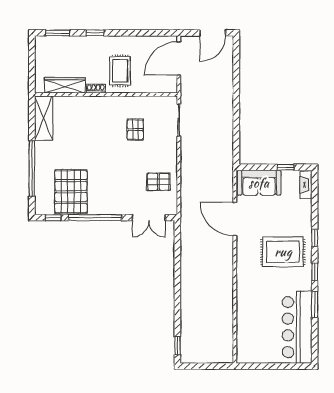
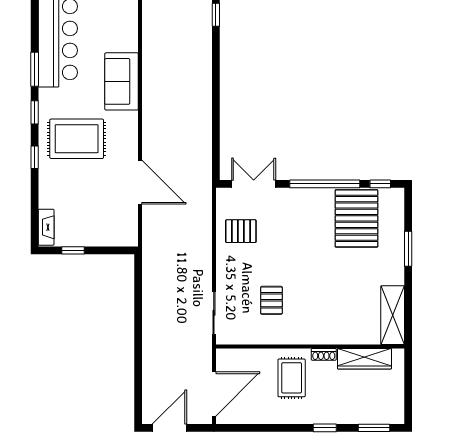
window: (32, 168) -> (408, 249), width x0.47
sofa: (259, 183) -> (122, 81), moved, turned -90

